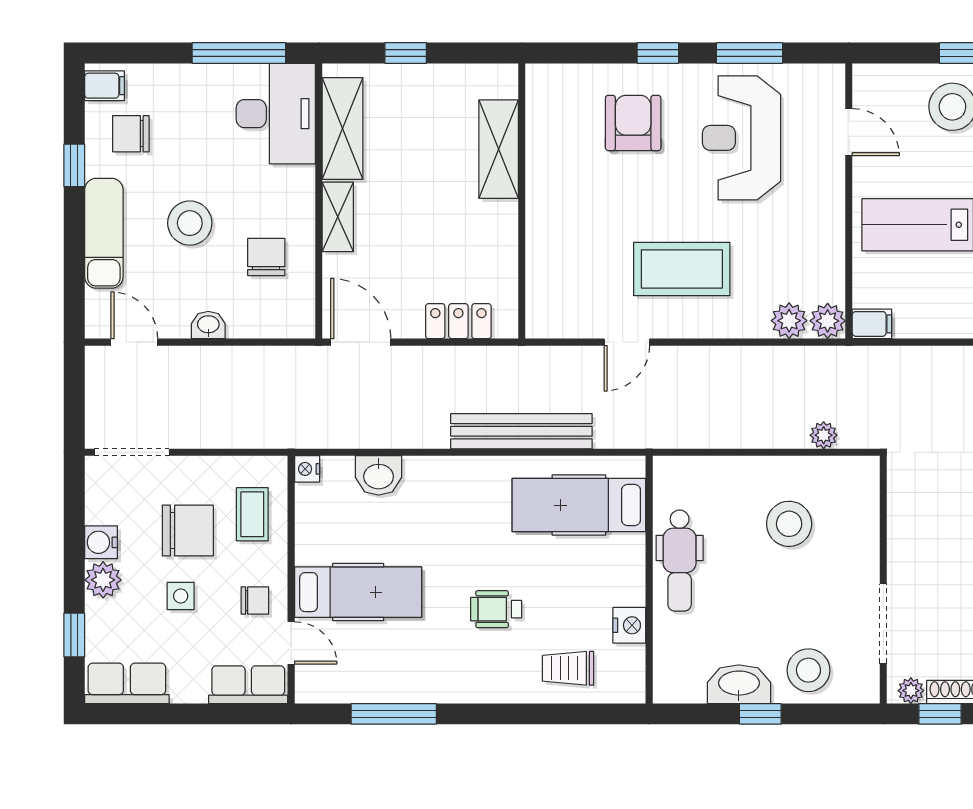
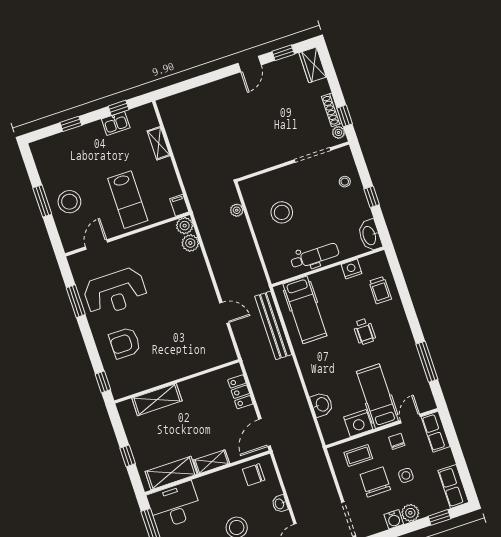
window: (658, 53) -> (103, 382), moved
chair: (266, 257) -> (254, 475), moved
coffee table: (682, 269) -> (183, 299), removed
bench: (521, 431) -> (273, 325), moved
nightstand: (307, 469) -> (358, 423), moved, width x1.89, depth x1.79
stool: (808, 670) -> (345, 182), width x0.53, depth x0.53
washbasin: (739, 684) -> (370, 235), moved

